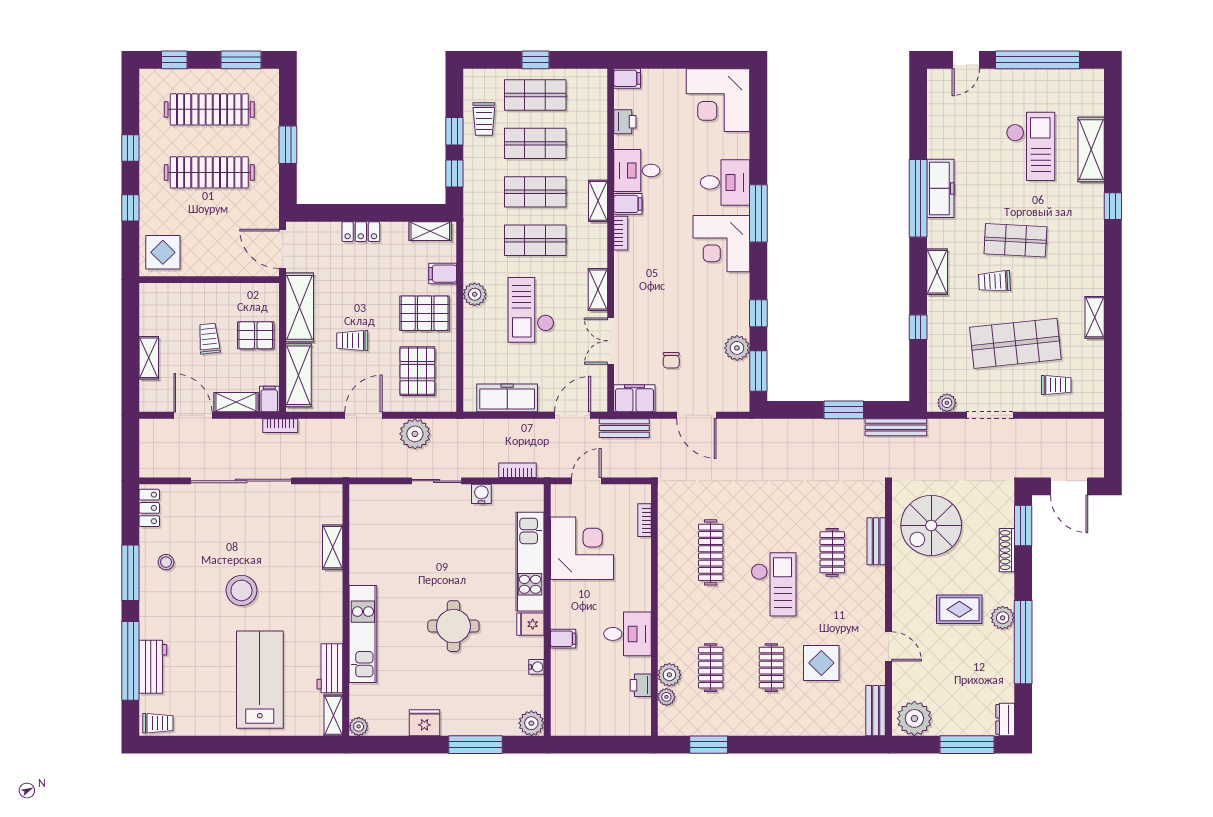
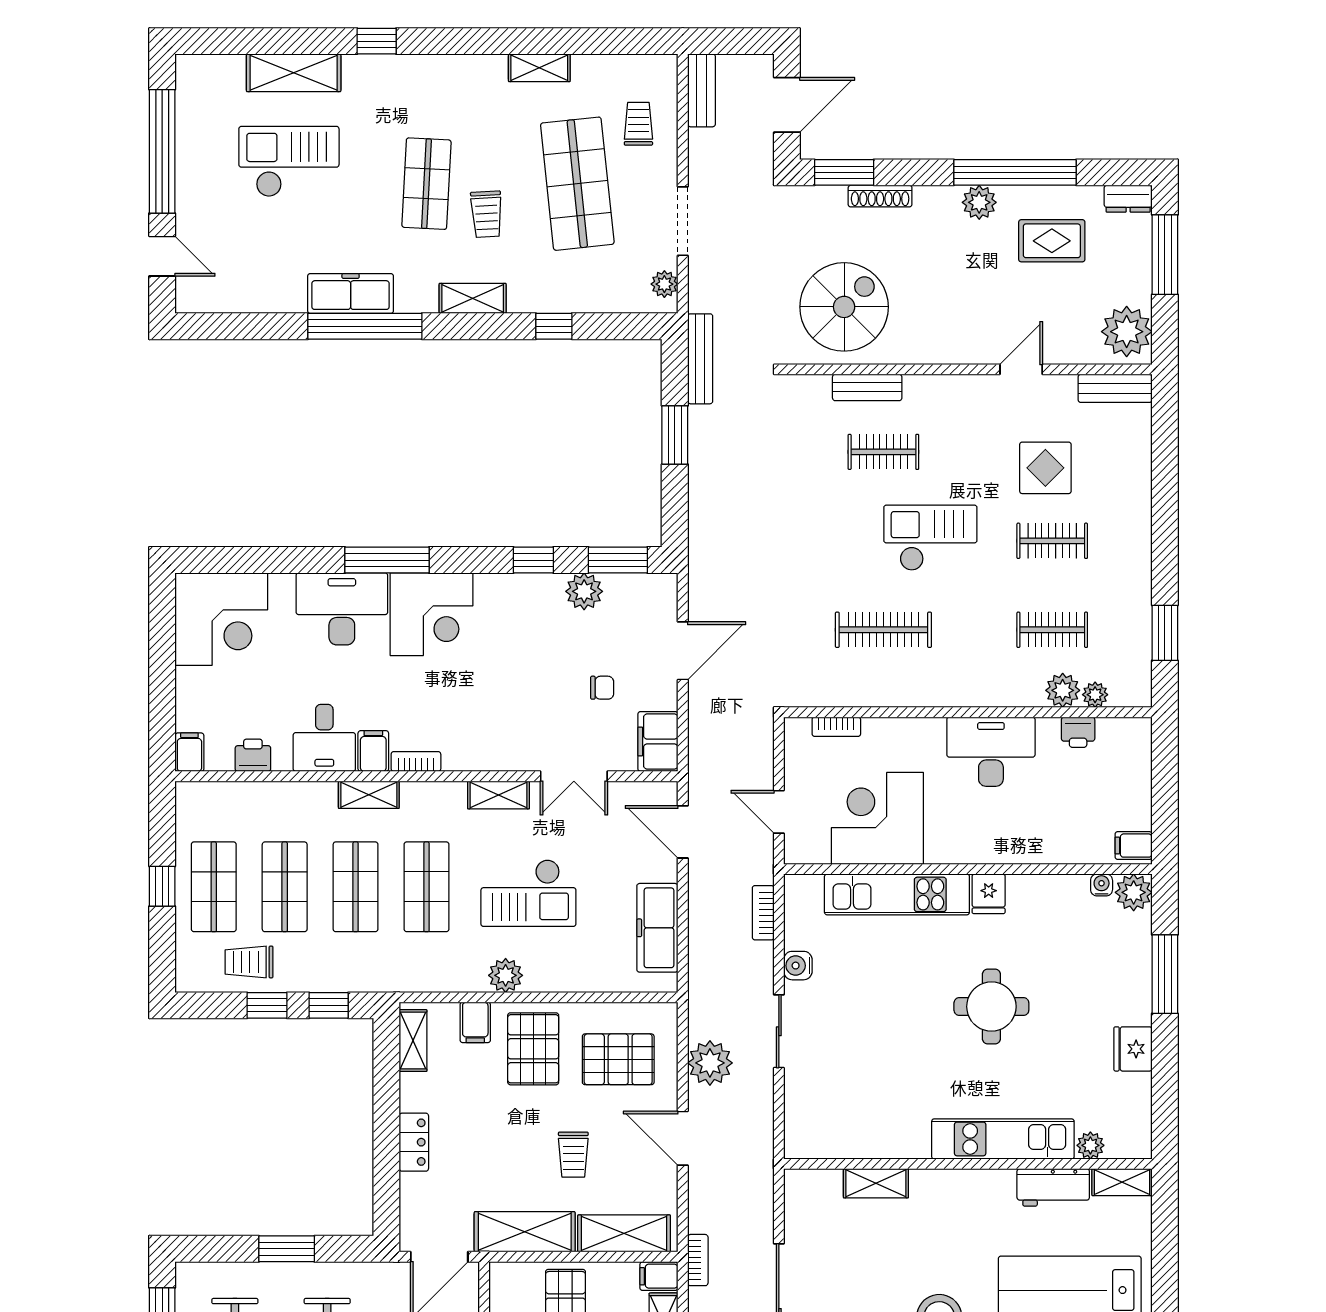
trolley: (484, 119) -> (249, 962), turned 180
desk: (725, 182) -> (342, 609), width x1.37
bench: (624, 428) -> (701, 90), moved
spiral stairs: (931, 525) -> (844, 307), turned -90
rug: (959, 609) -> (1052, 241), moved, turned 90
desk: (627, 634) -> (991, 752), width x1.37
filing cabinet: (563, 639) -> (1134, 846), moved, turned -90
water cooler: (536, 667) -> (1102, 885), moved
plant: (359, 726) -> (1090, 1145), moved

